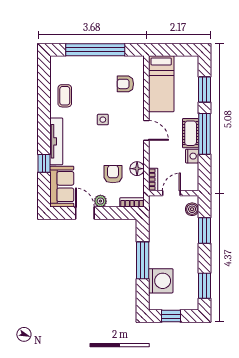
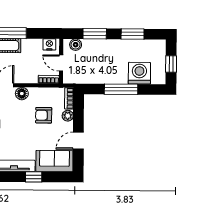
nightstand: (192, 156) -> (49, 44), moved
floor lamp: (137, 169) -> (22, 94), moved
plant: (100, 201) -> (68, 116), moved
window: (204, 286) -> (133, 34), moved

